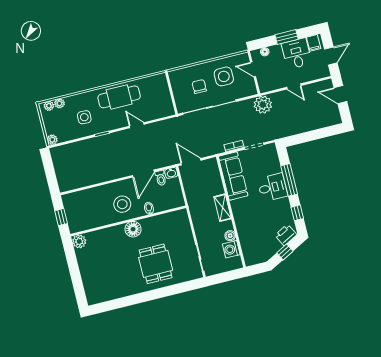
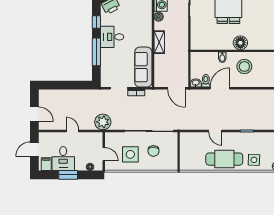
side table: (84, 117) -> (254, 160), moved
desk: (272, 187) -> (112, 37), moved

